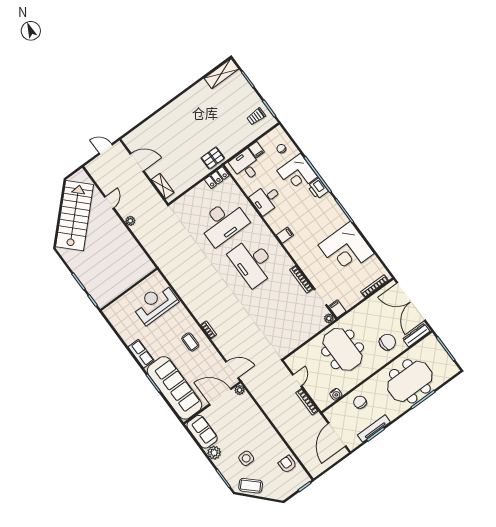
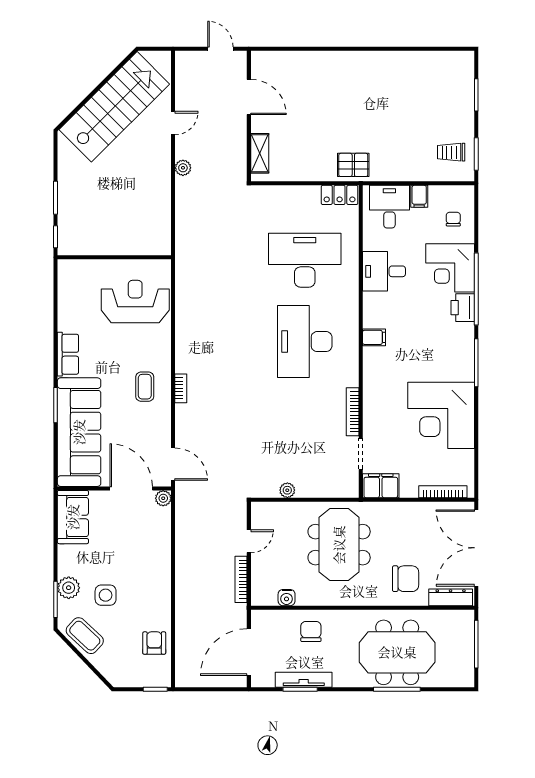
shelving: (221, 74) -> (447, 62), removed
desk: (223, 222) -> (305, 260), turned 180
filing cabinet: (337, 309) -> (381, 486), width x2.00
plant: (329, 318) -> (287, 490), moved
plant: (214, 453) -> (69, 588), moved

